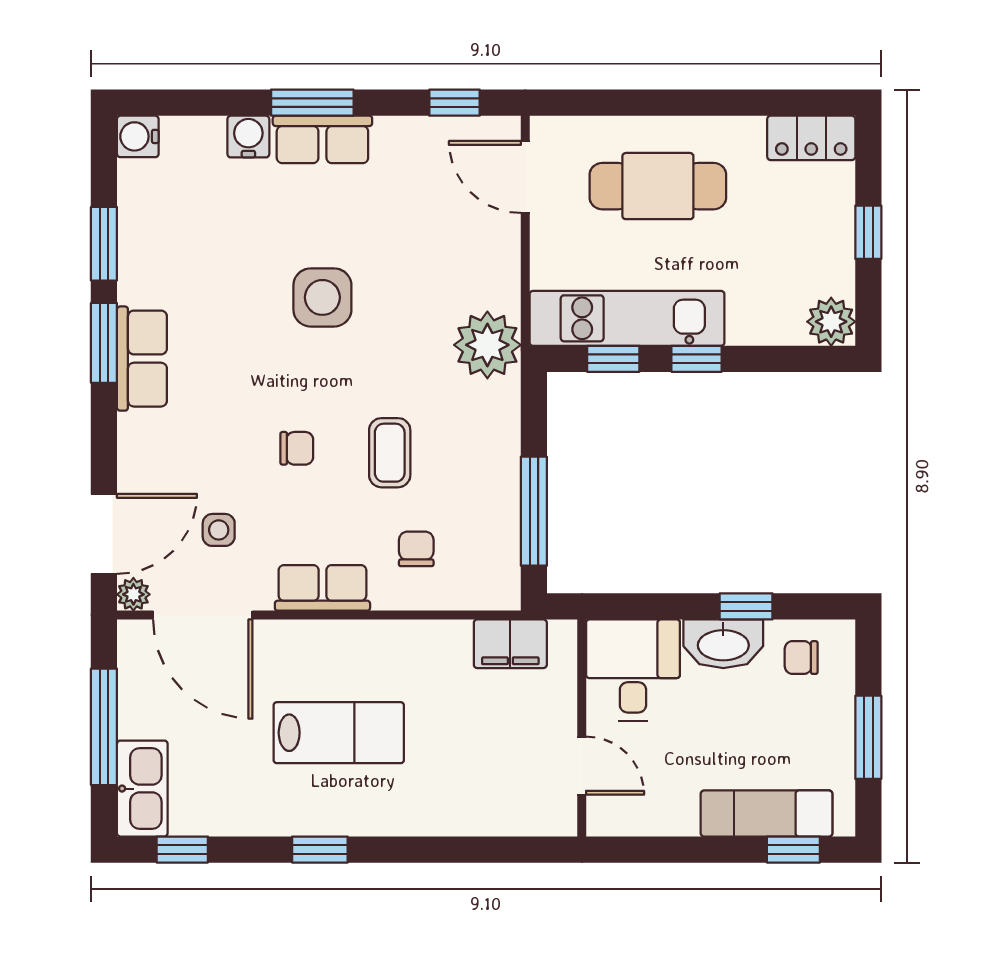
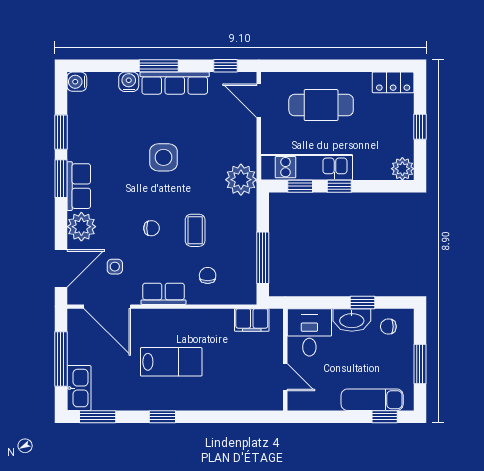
row of seats: (322, 139) -> (175, 83), width x1.48
plant: (133, 594) -> (81, 227), moved, width x1.88, depth x1.88
window: (182, 850) -> (98, 417), width x1.50

